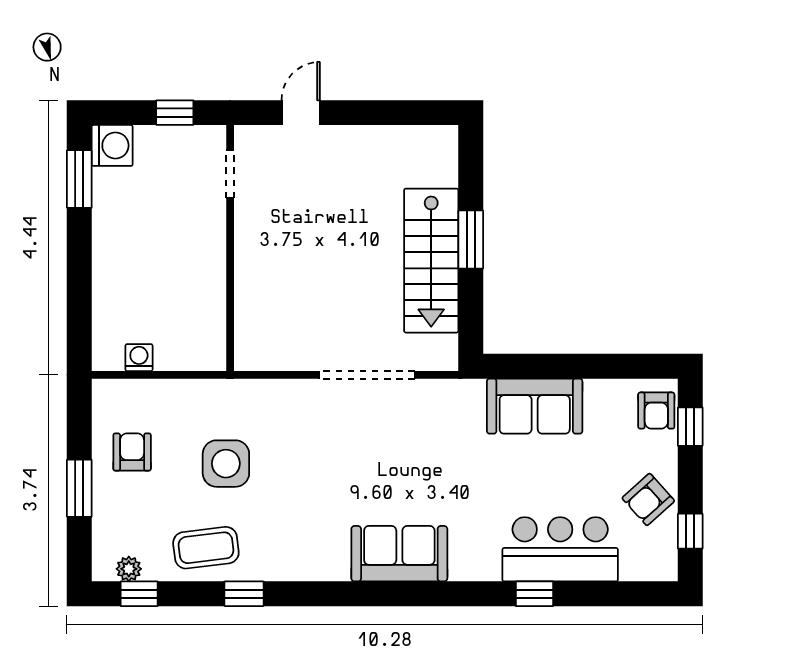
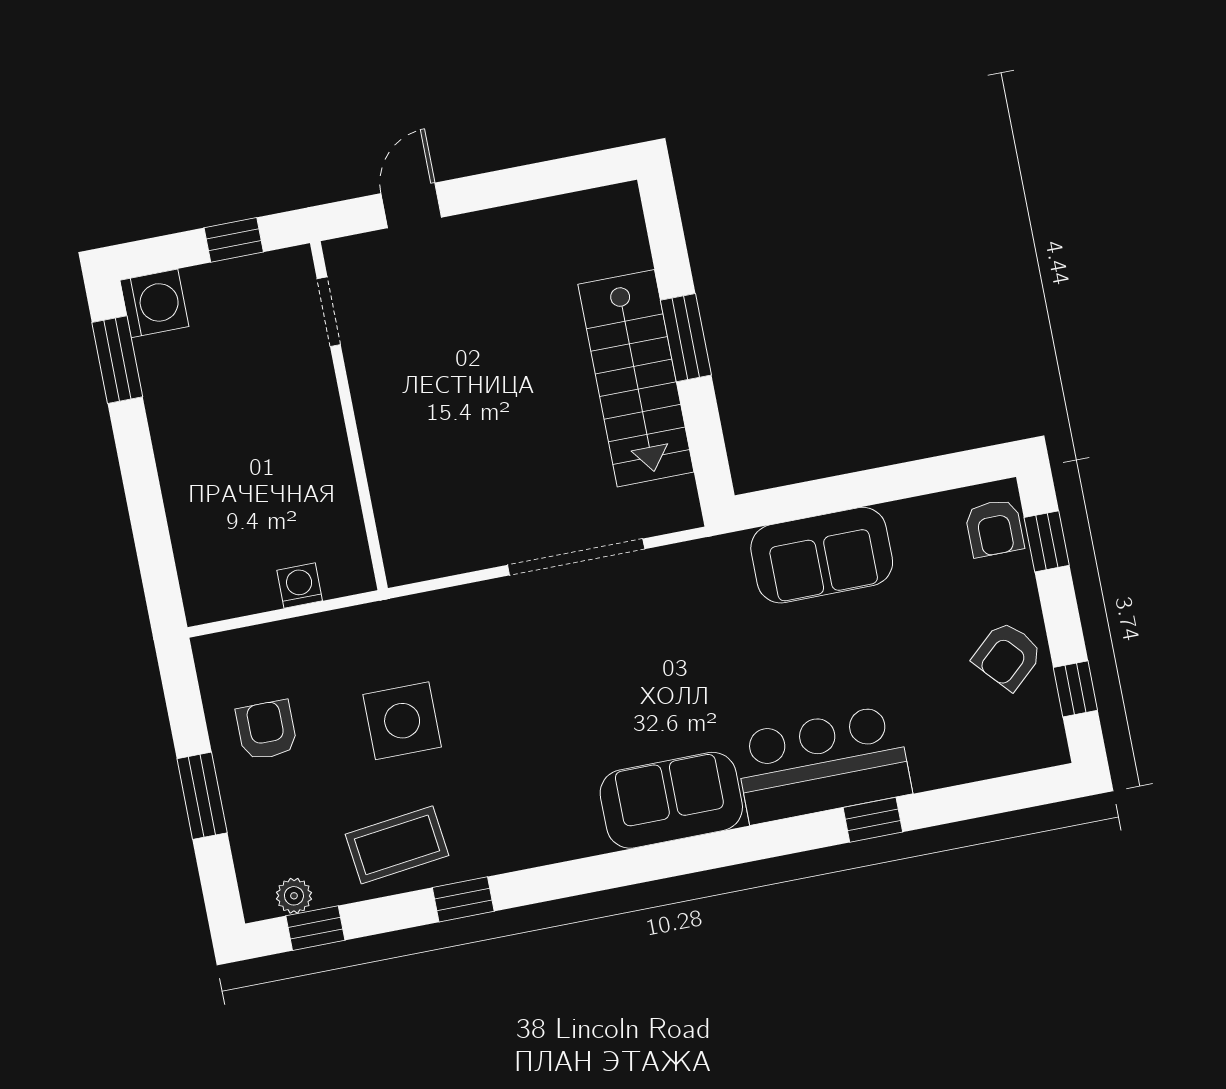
washing machine: (139, 358) -> (300, 586), moved
bar counter: (560, 549) -> (823, 764), moved

